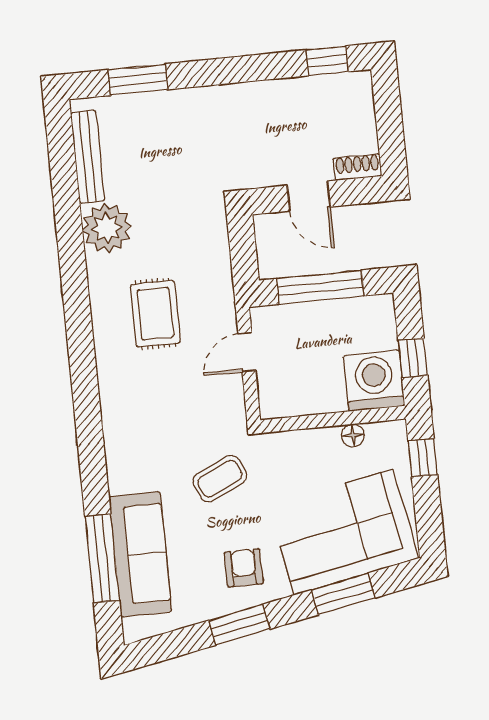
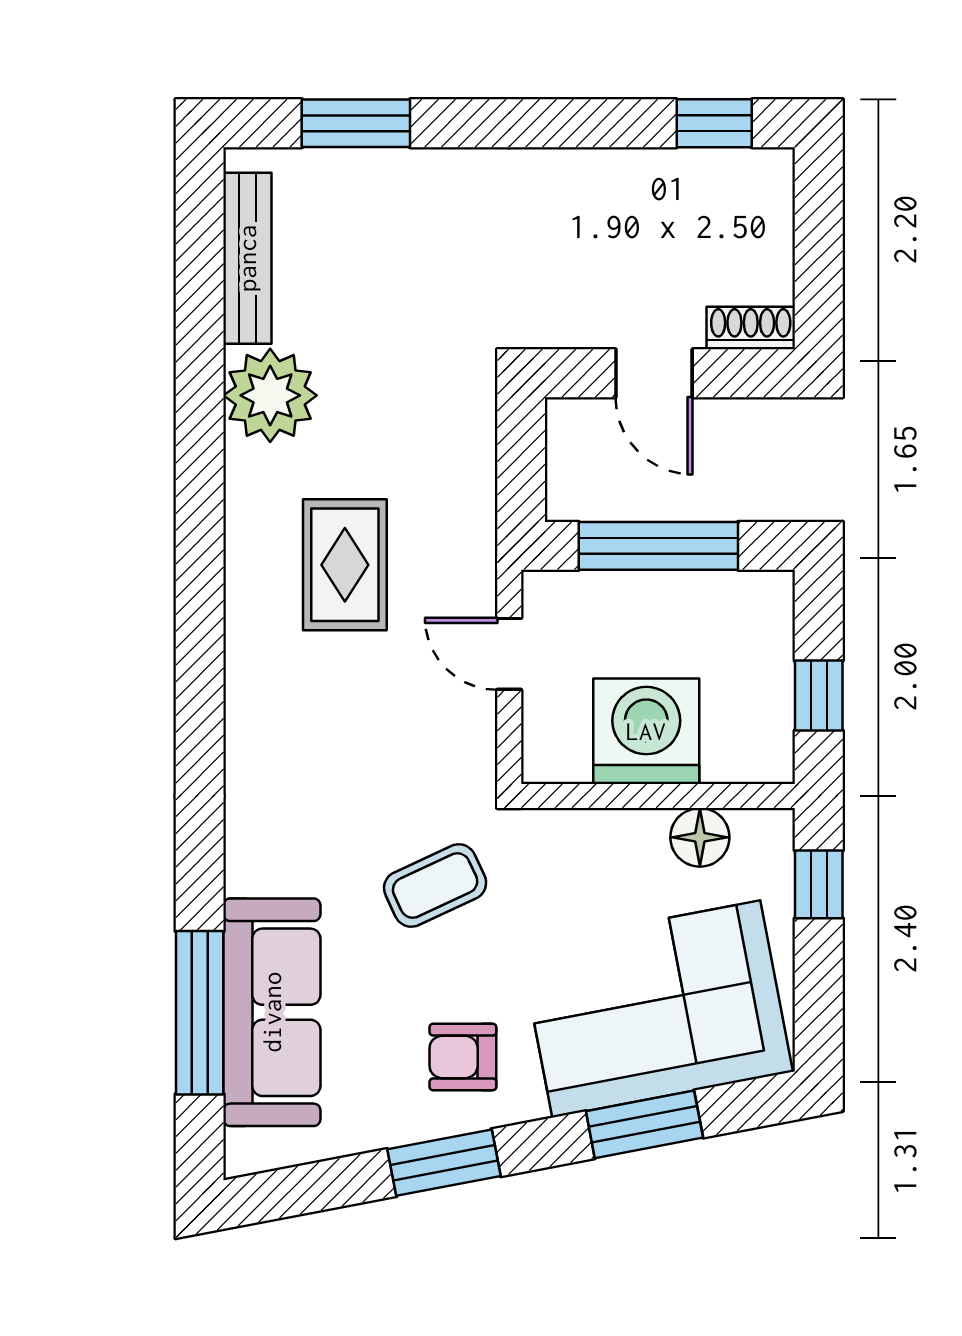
door: (247, 352) -> (509, 654), hinge flipped
washing machine: (374, 381) -> (646, 731), moved
floor lamp: (353, 435) -> (700, 837), width x1.37, depth x1.37
armchair: (244, 568) -> (463, 1057), turned -90

